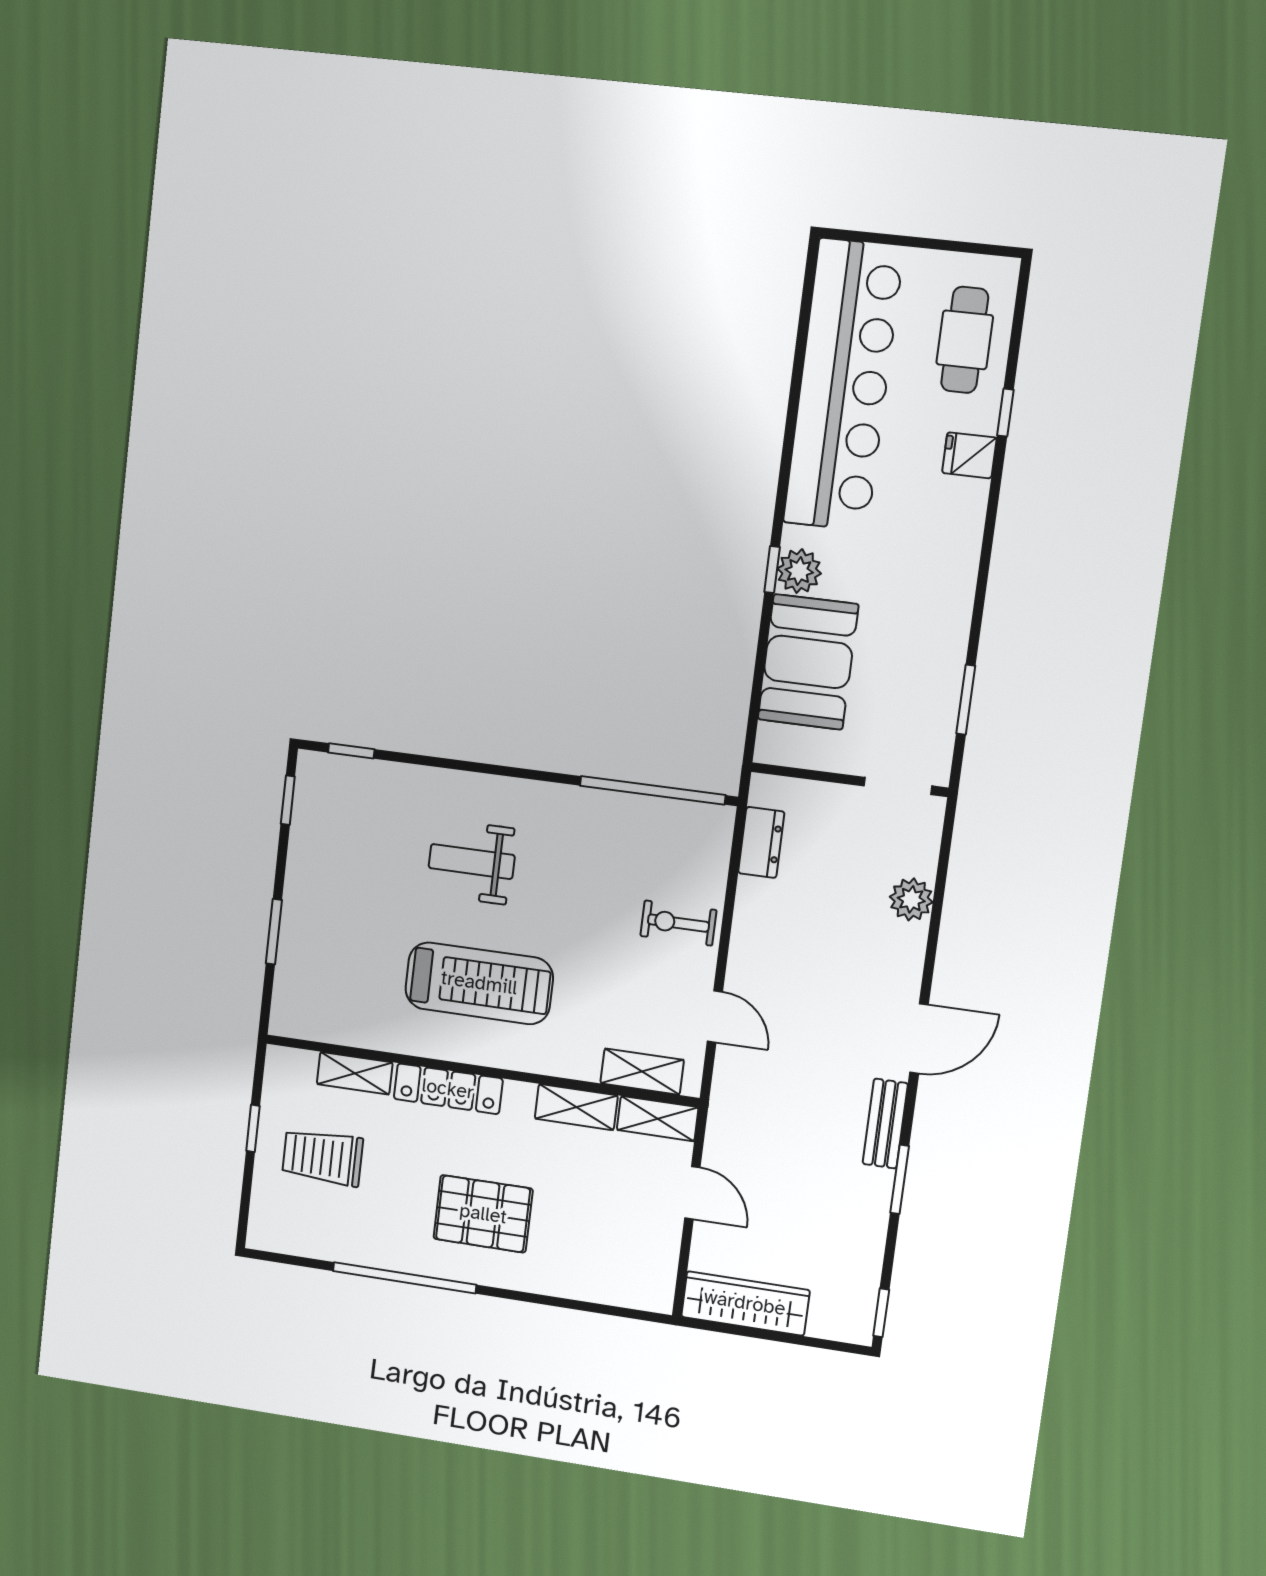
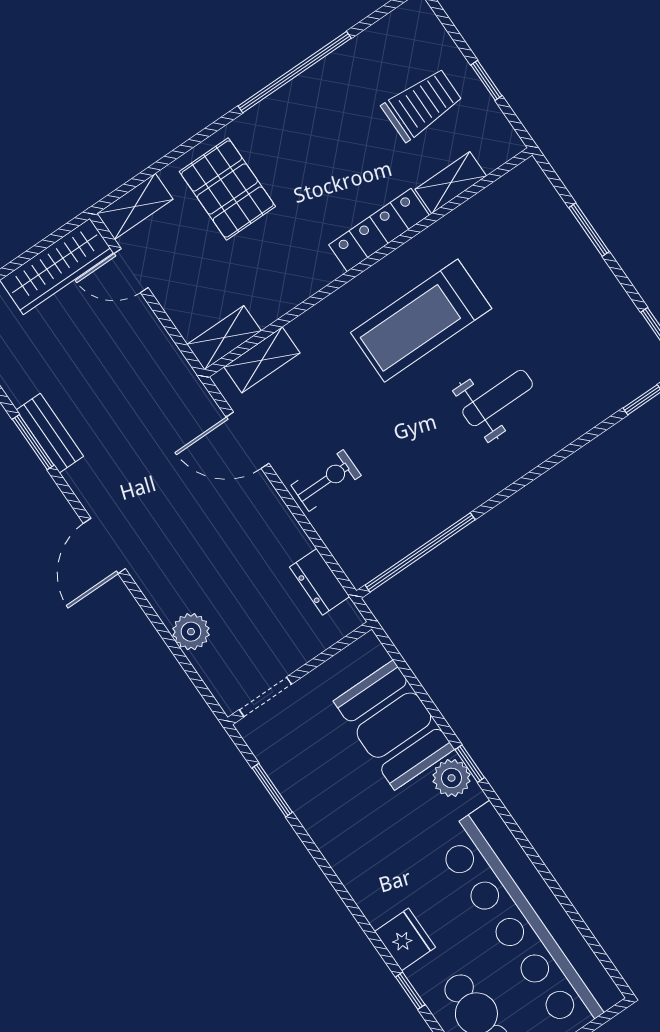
fridge: (969, 455) -> (405, 939), width x1.38
door: (715, 1017) -> (247, 440), width x1.38
shelving: (576, 1107) -> (135, 206), moved
bench: (885, 1124) -> (50, 433), moved
door: (692, 1193) -> (131, 271), moved
pallet: (483, 1214) -> (227, 189), moved, turned 90

